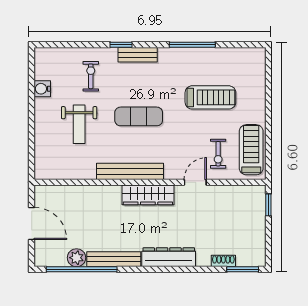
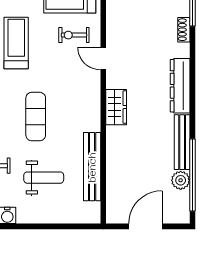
exercise bike: (218, 154) -> (74, 35), turned 180
bench: (130, 171) -> (92, 167), moved
wardrobe: (148, 195) -> (116, 107), width x0.67

